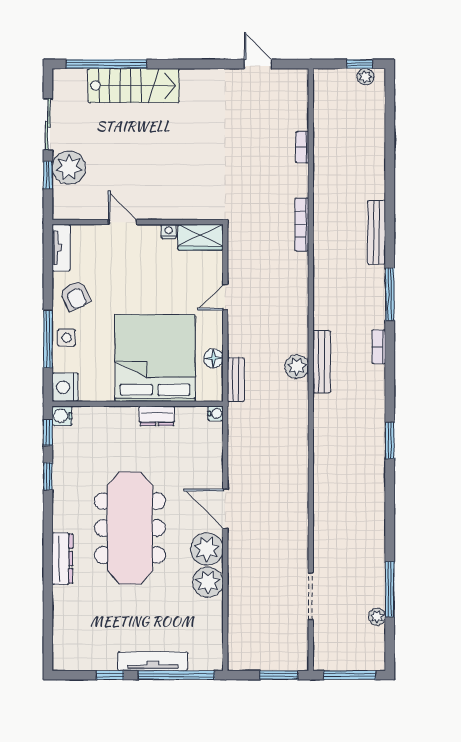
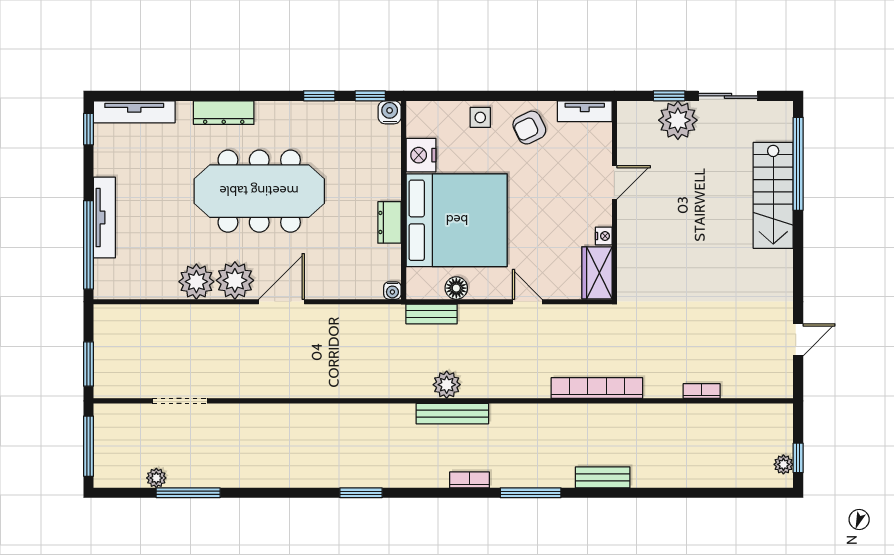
bookcase: (302, 224) -> (597, 388), width x1.48, depth x1.31
bench: (376, 232) -> (603, 477), width x0.73
window: (48, 339) -> (478, 96), removed
nightstand: (65, 387) -> (421, 155), moved, turned -90
tv unit: (62, 636) -> (134, 112), added
window: (110, 675) -> (88, 129), moved

